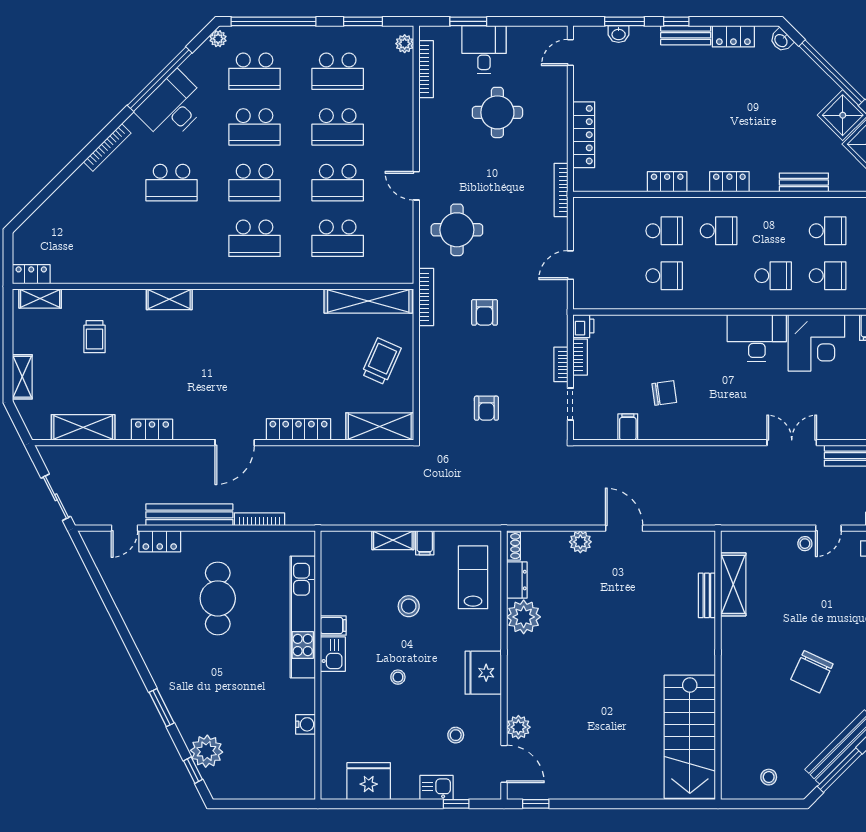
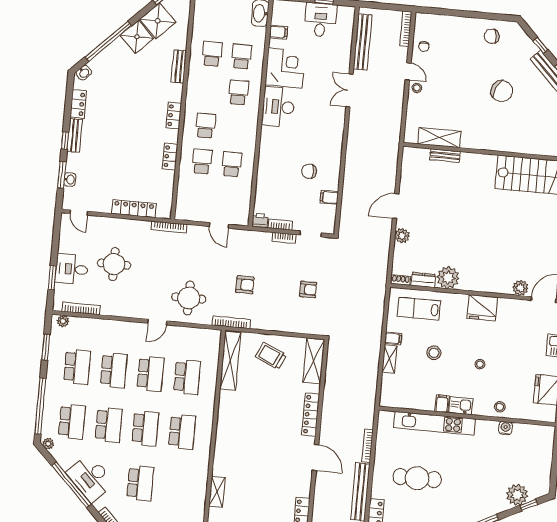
chair: (664, 393) -> (309, 171), turned -82
stool: (456, 735) -> (500, 407), moved

